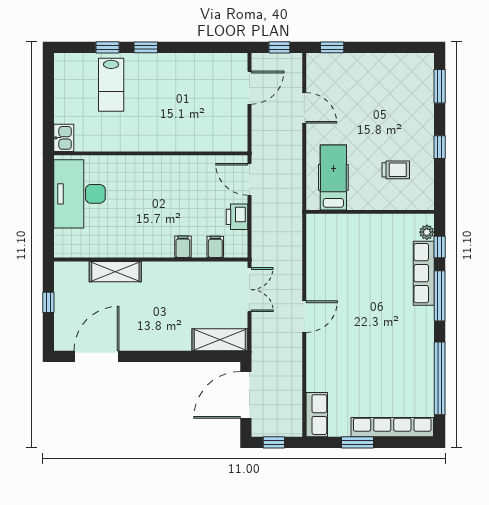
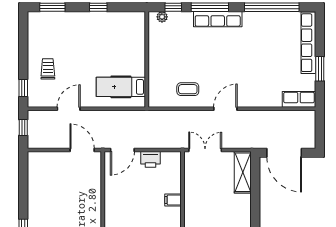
door: (249, 88) -> (82, 150), moved
trolley: (396, 170) -> (48, 69), moved
filing cabinet: (215, 247) -> (173, 176), removed
coffee table: (330, 267) -> (188, 89), added
row of seats: (424, 273) -> (218, 19), moved
door: (304, 317) -> (225, 109), hinge flipped
window: (274, 442) -> (320, 132), removed

